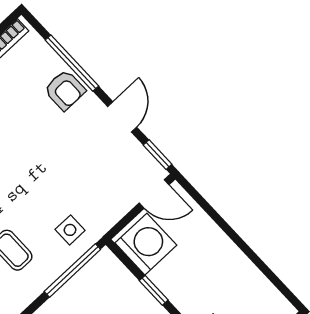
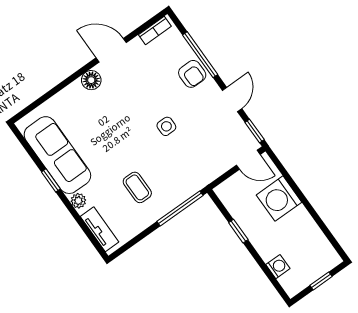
side table: (70, 230) -> (166, 126), moved
washing machine: (146, 244) -> (279, 199), moved, turned 180

